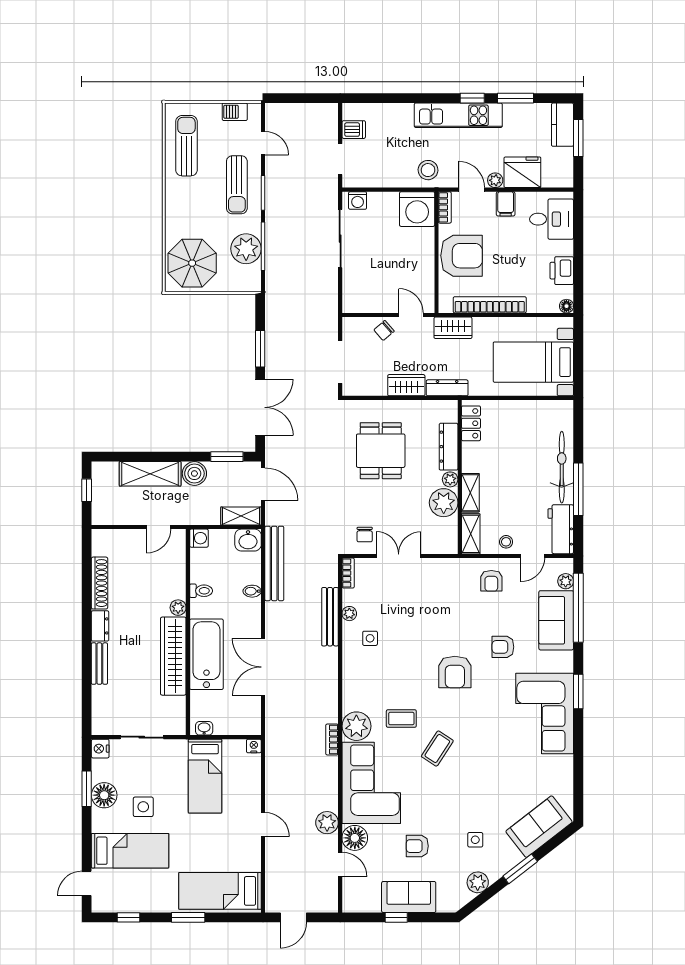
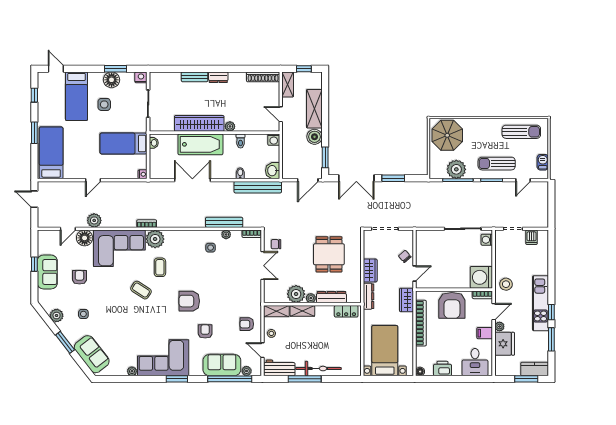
dining table: (381, 451) -> (329, 254), turned 90
shelving: (241, 516) -> (288, 85), moved
shoe rack: (100, 583) -> (263, 77), moved
plant: (566, 763) -> (132, 371), added

